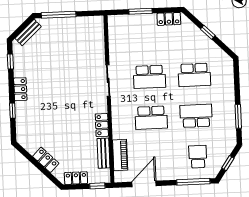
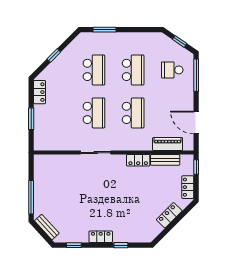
school desk: (196, 116) -> (133, 70), turned 180
window: (238, 116) -> (104, 30), moved

